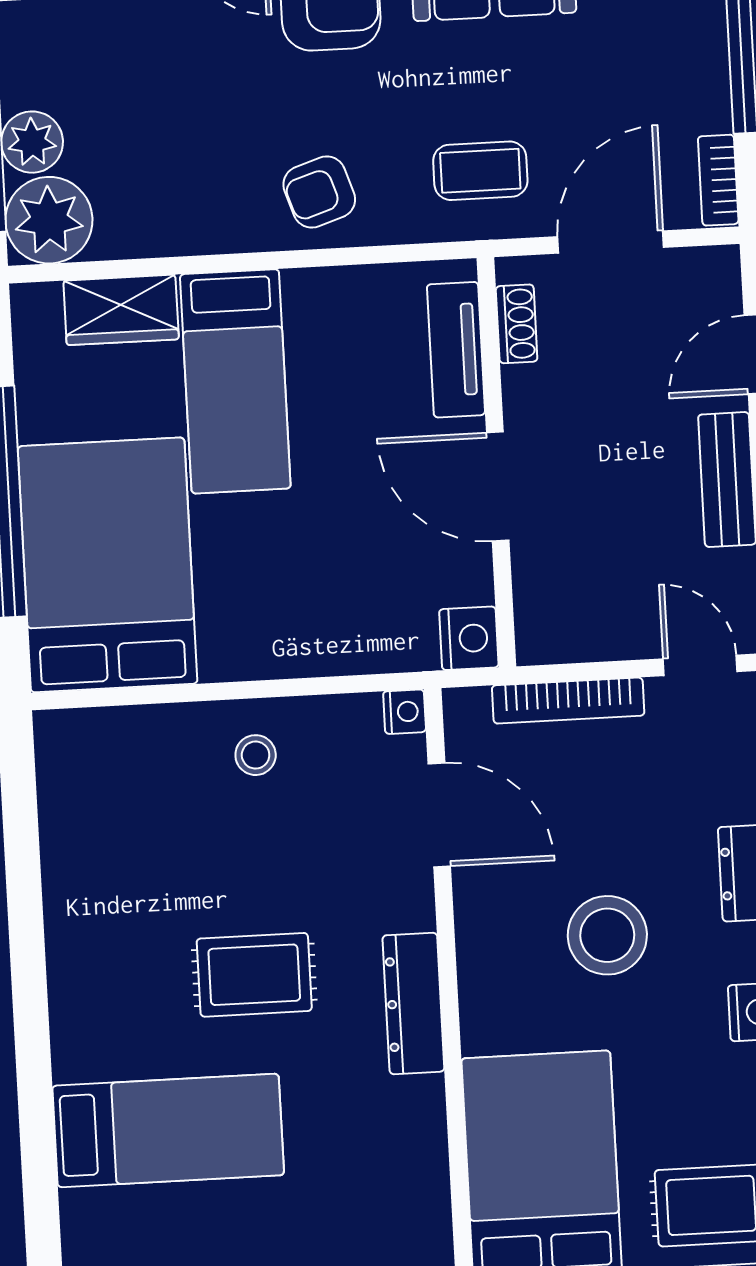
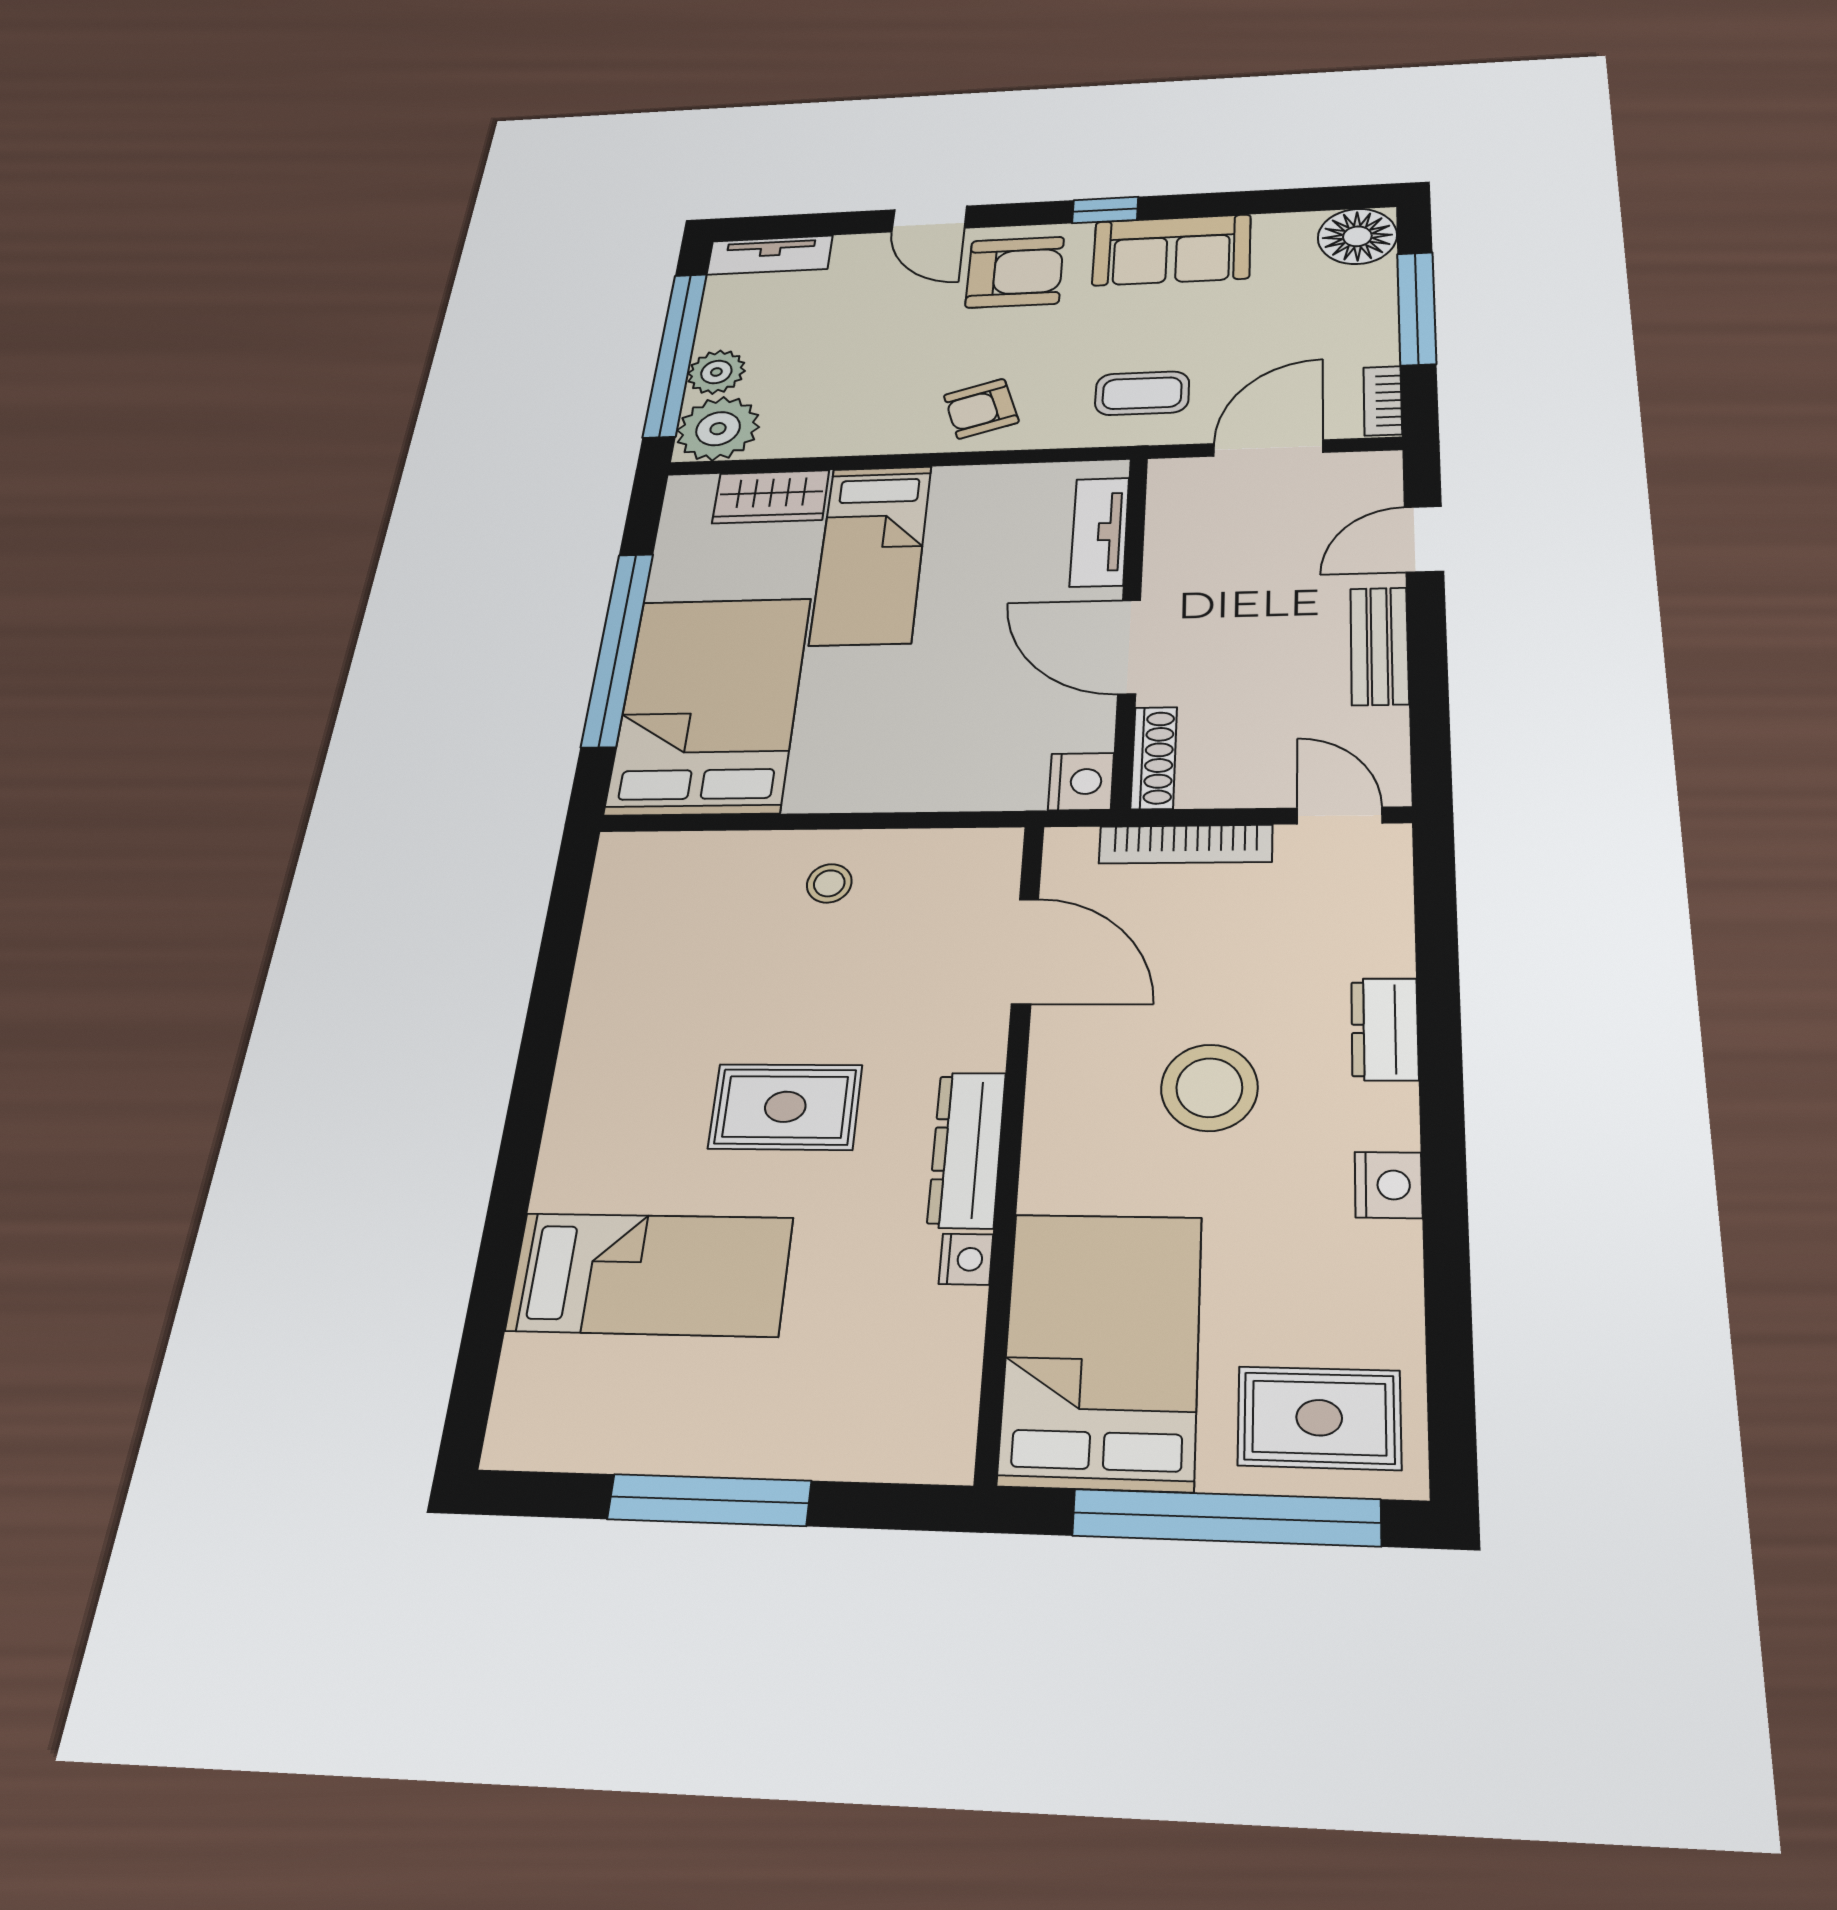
shoe rack: (517, 324) -> (1154, 758), moved, width x1.43
nightstand: (405, 712) -> (966, 1259), moved

